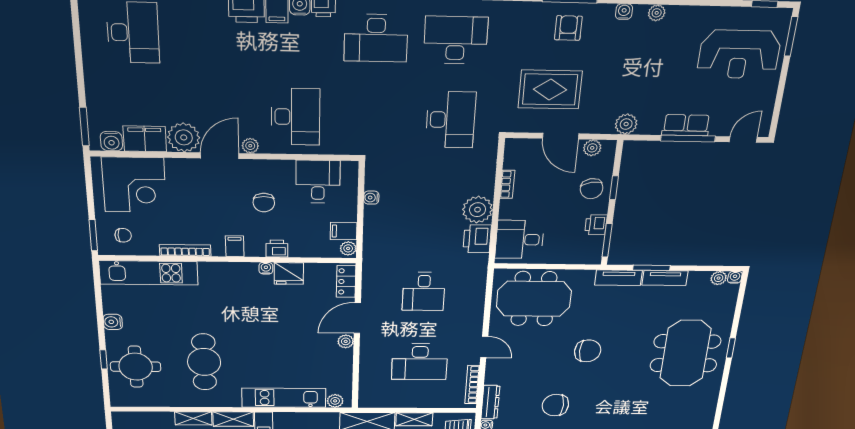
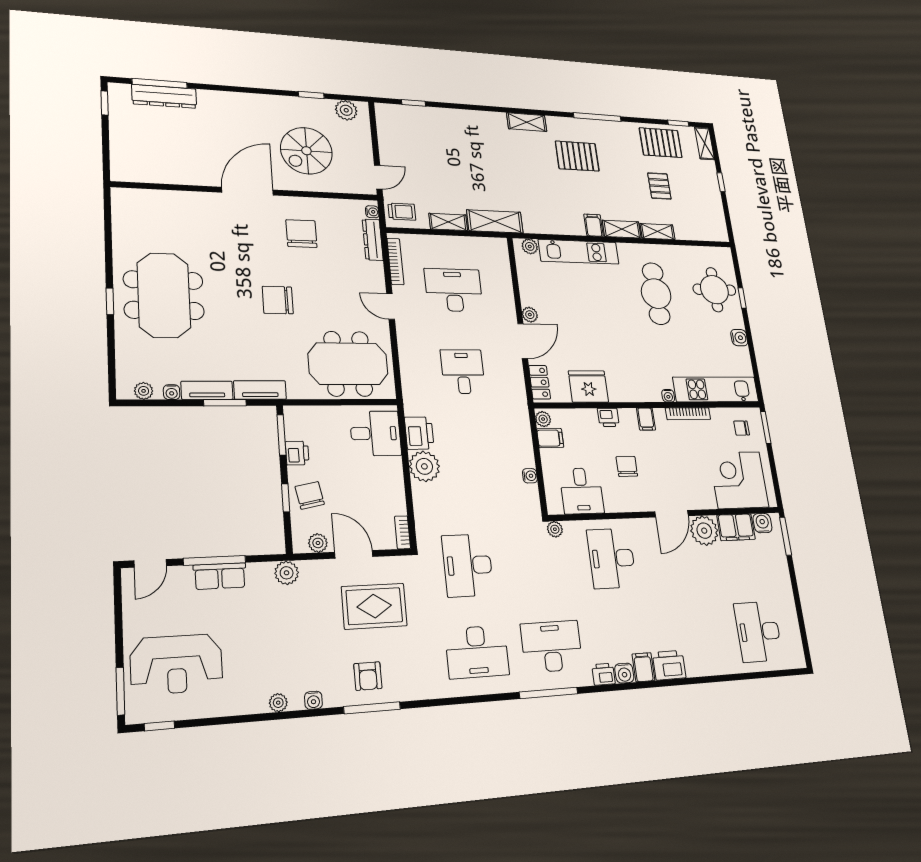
reception desk: (739, 54) -> (177, 664), turned 180
plant: (250, 146) -> (555, 529), moved
bookcase: (507, 184) -> (402, 532), moved
water cooler: (266, 268) -> (668, 396), moved
fridge: (289, 273) -> (588, 386), width x1.36, depth x1.34
water cooler: (735, 277) -> (172, 392), moved
chair: (555, 405) -> (301, 234), turned -90

